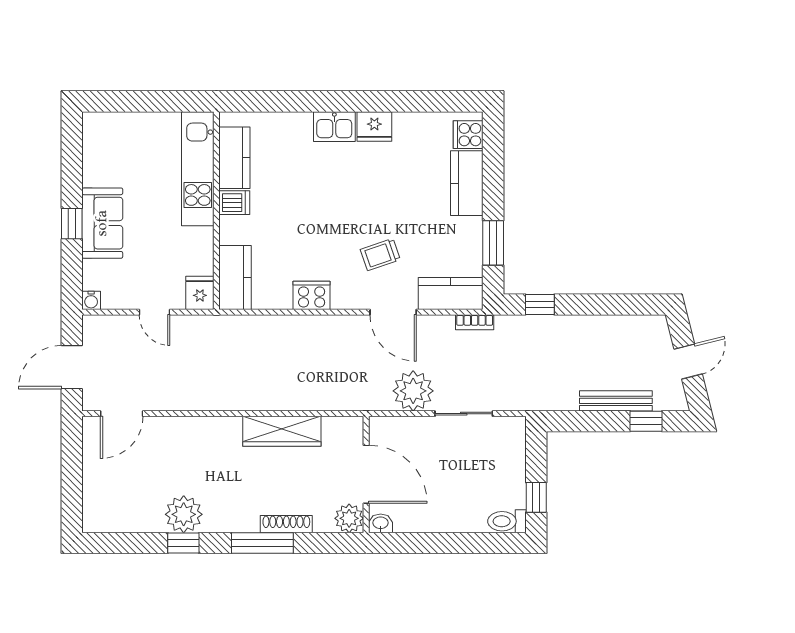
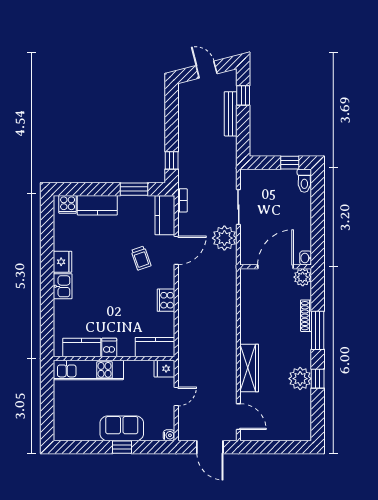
wardrobe: (282, 431) -> (249, 368), moved

